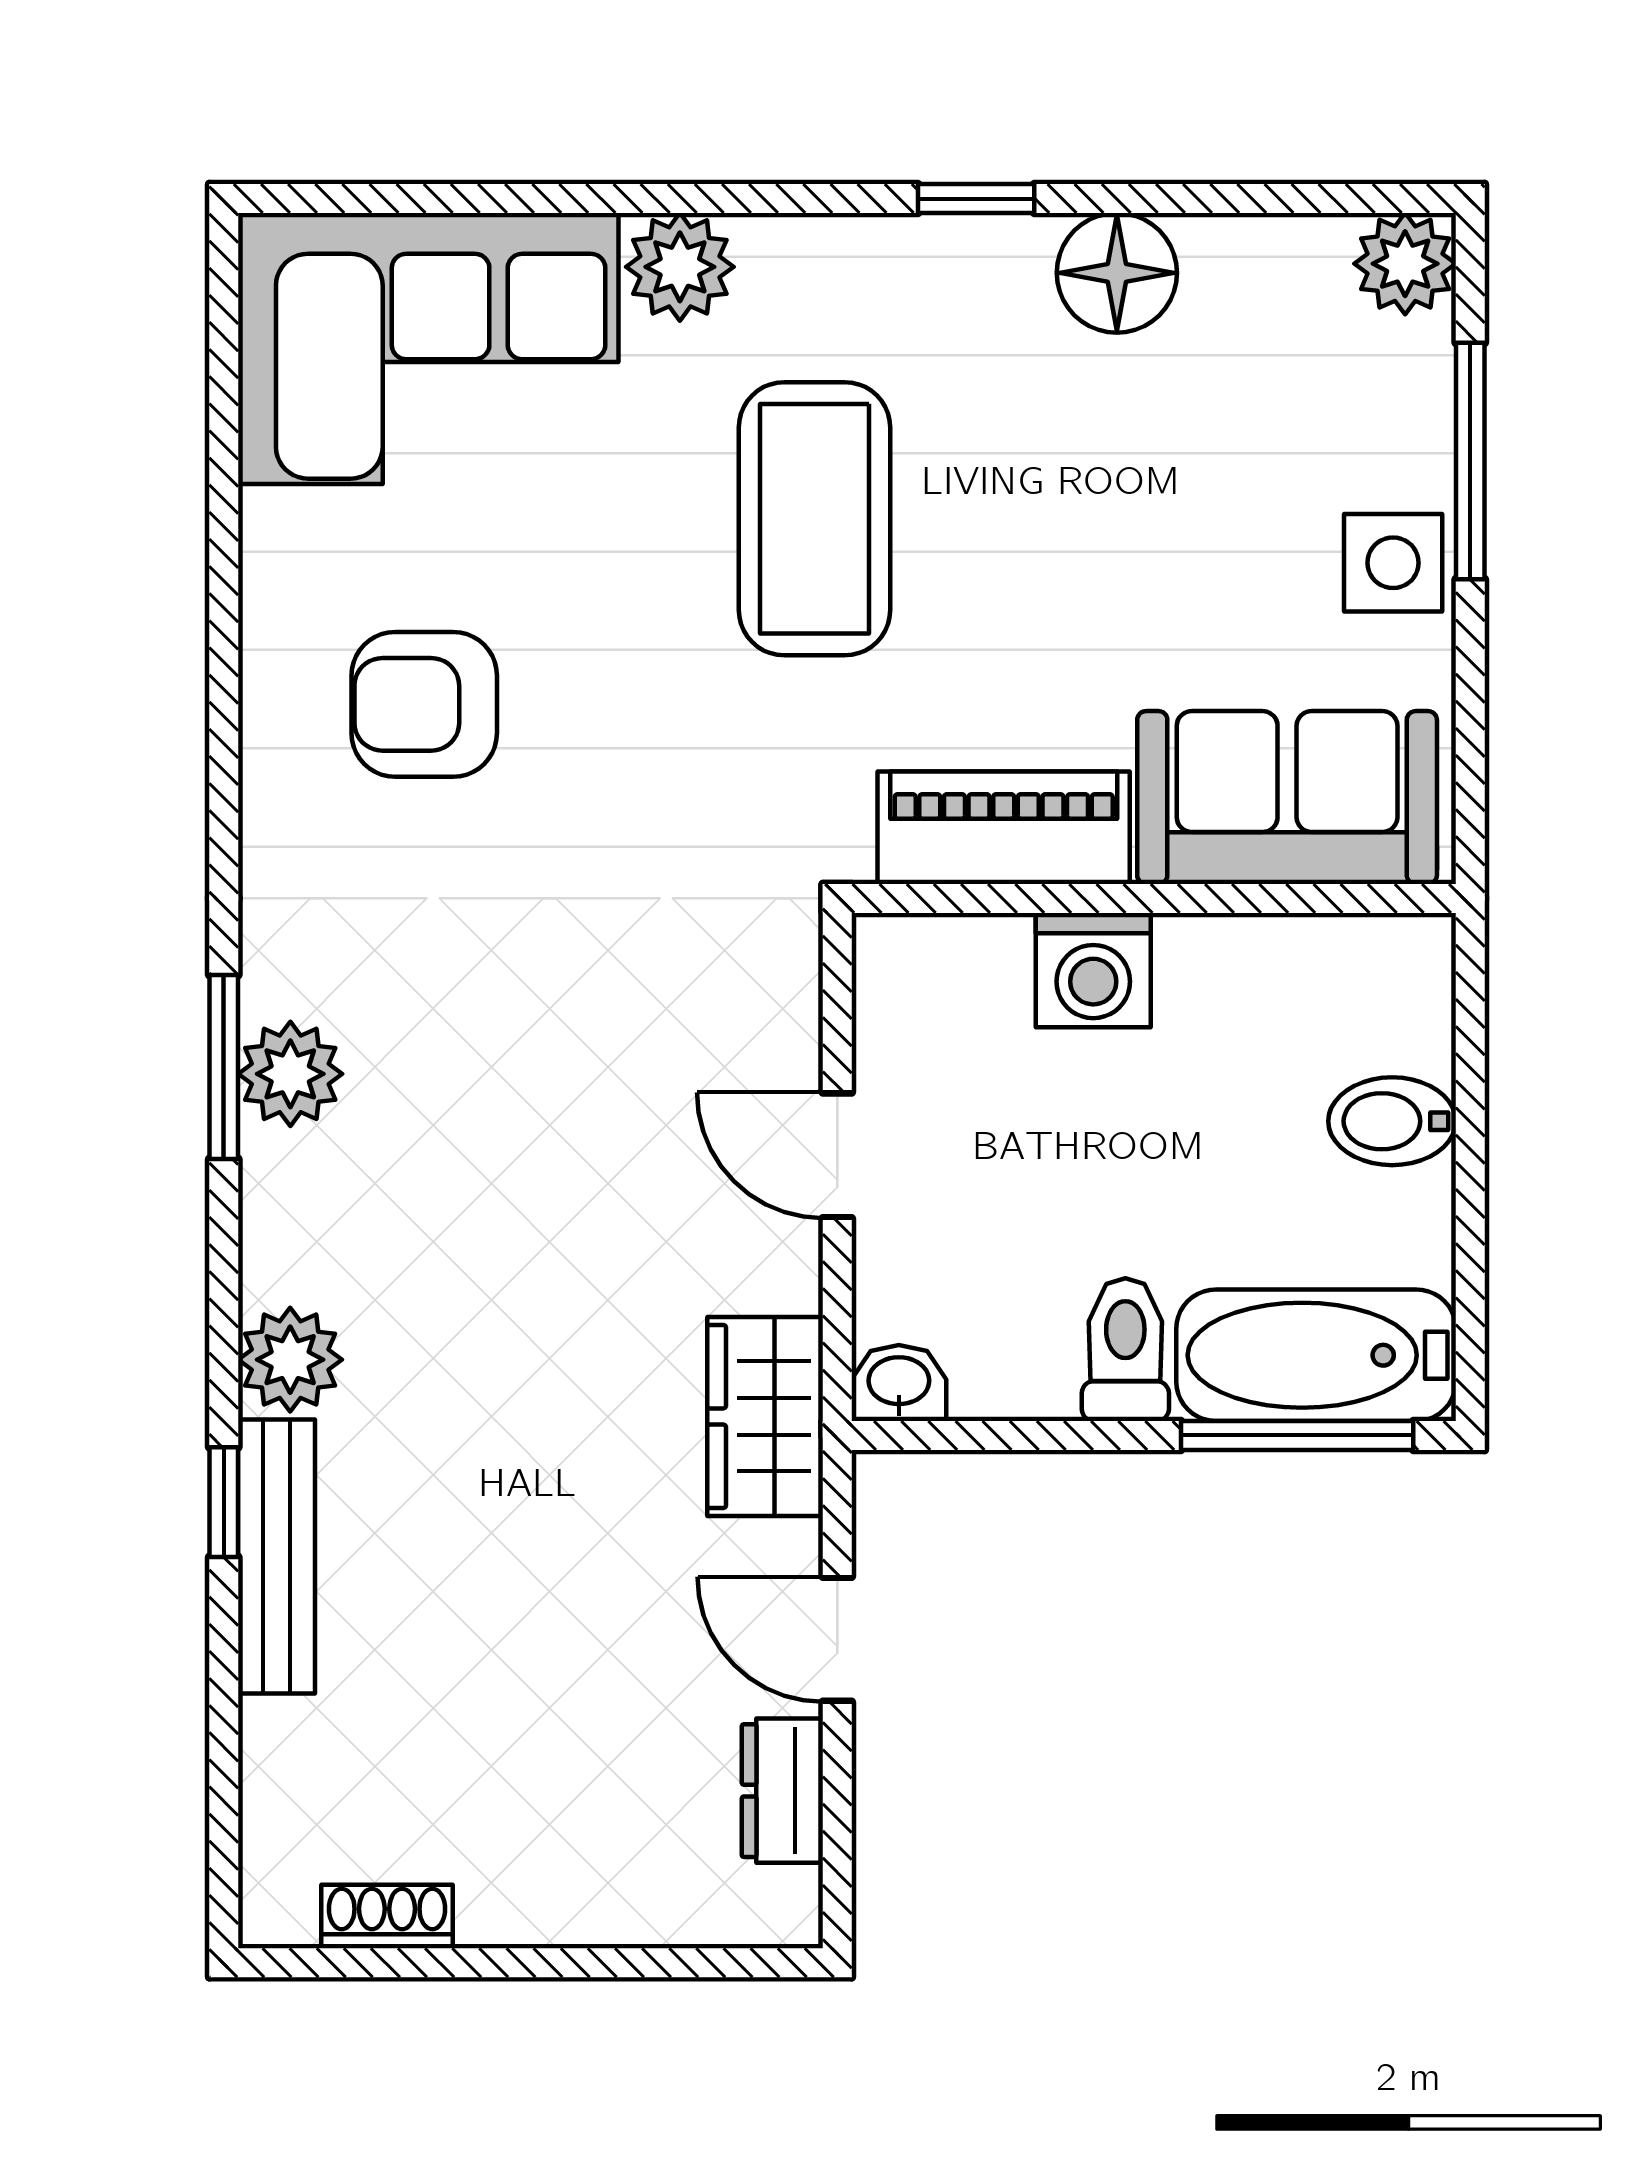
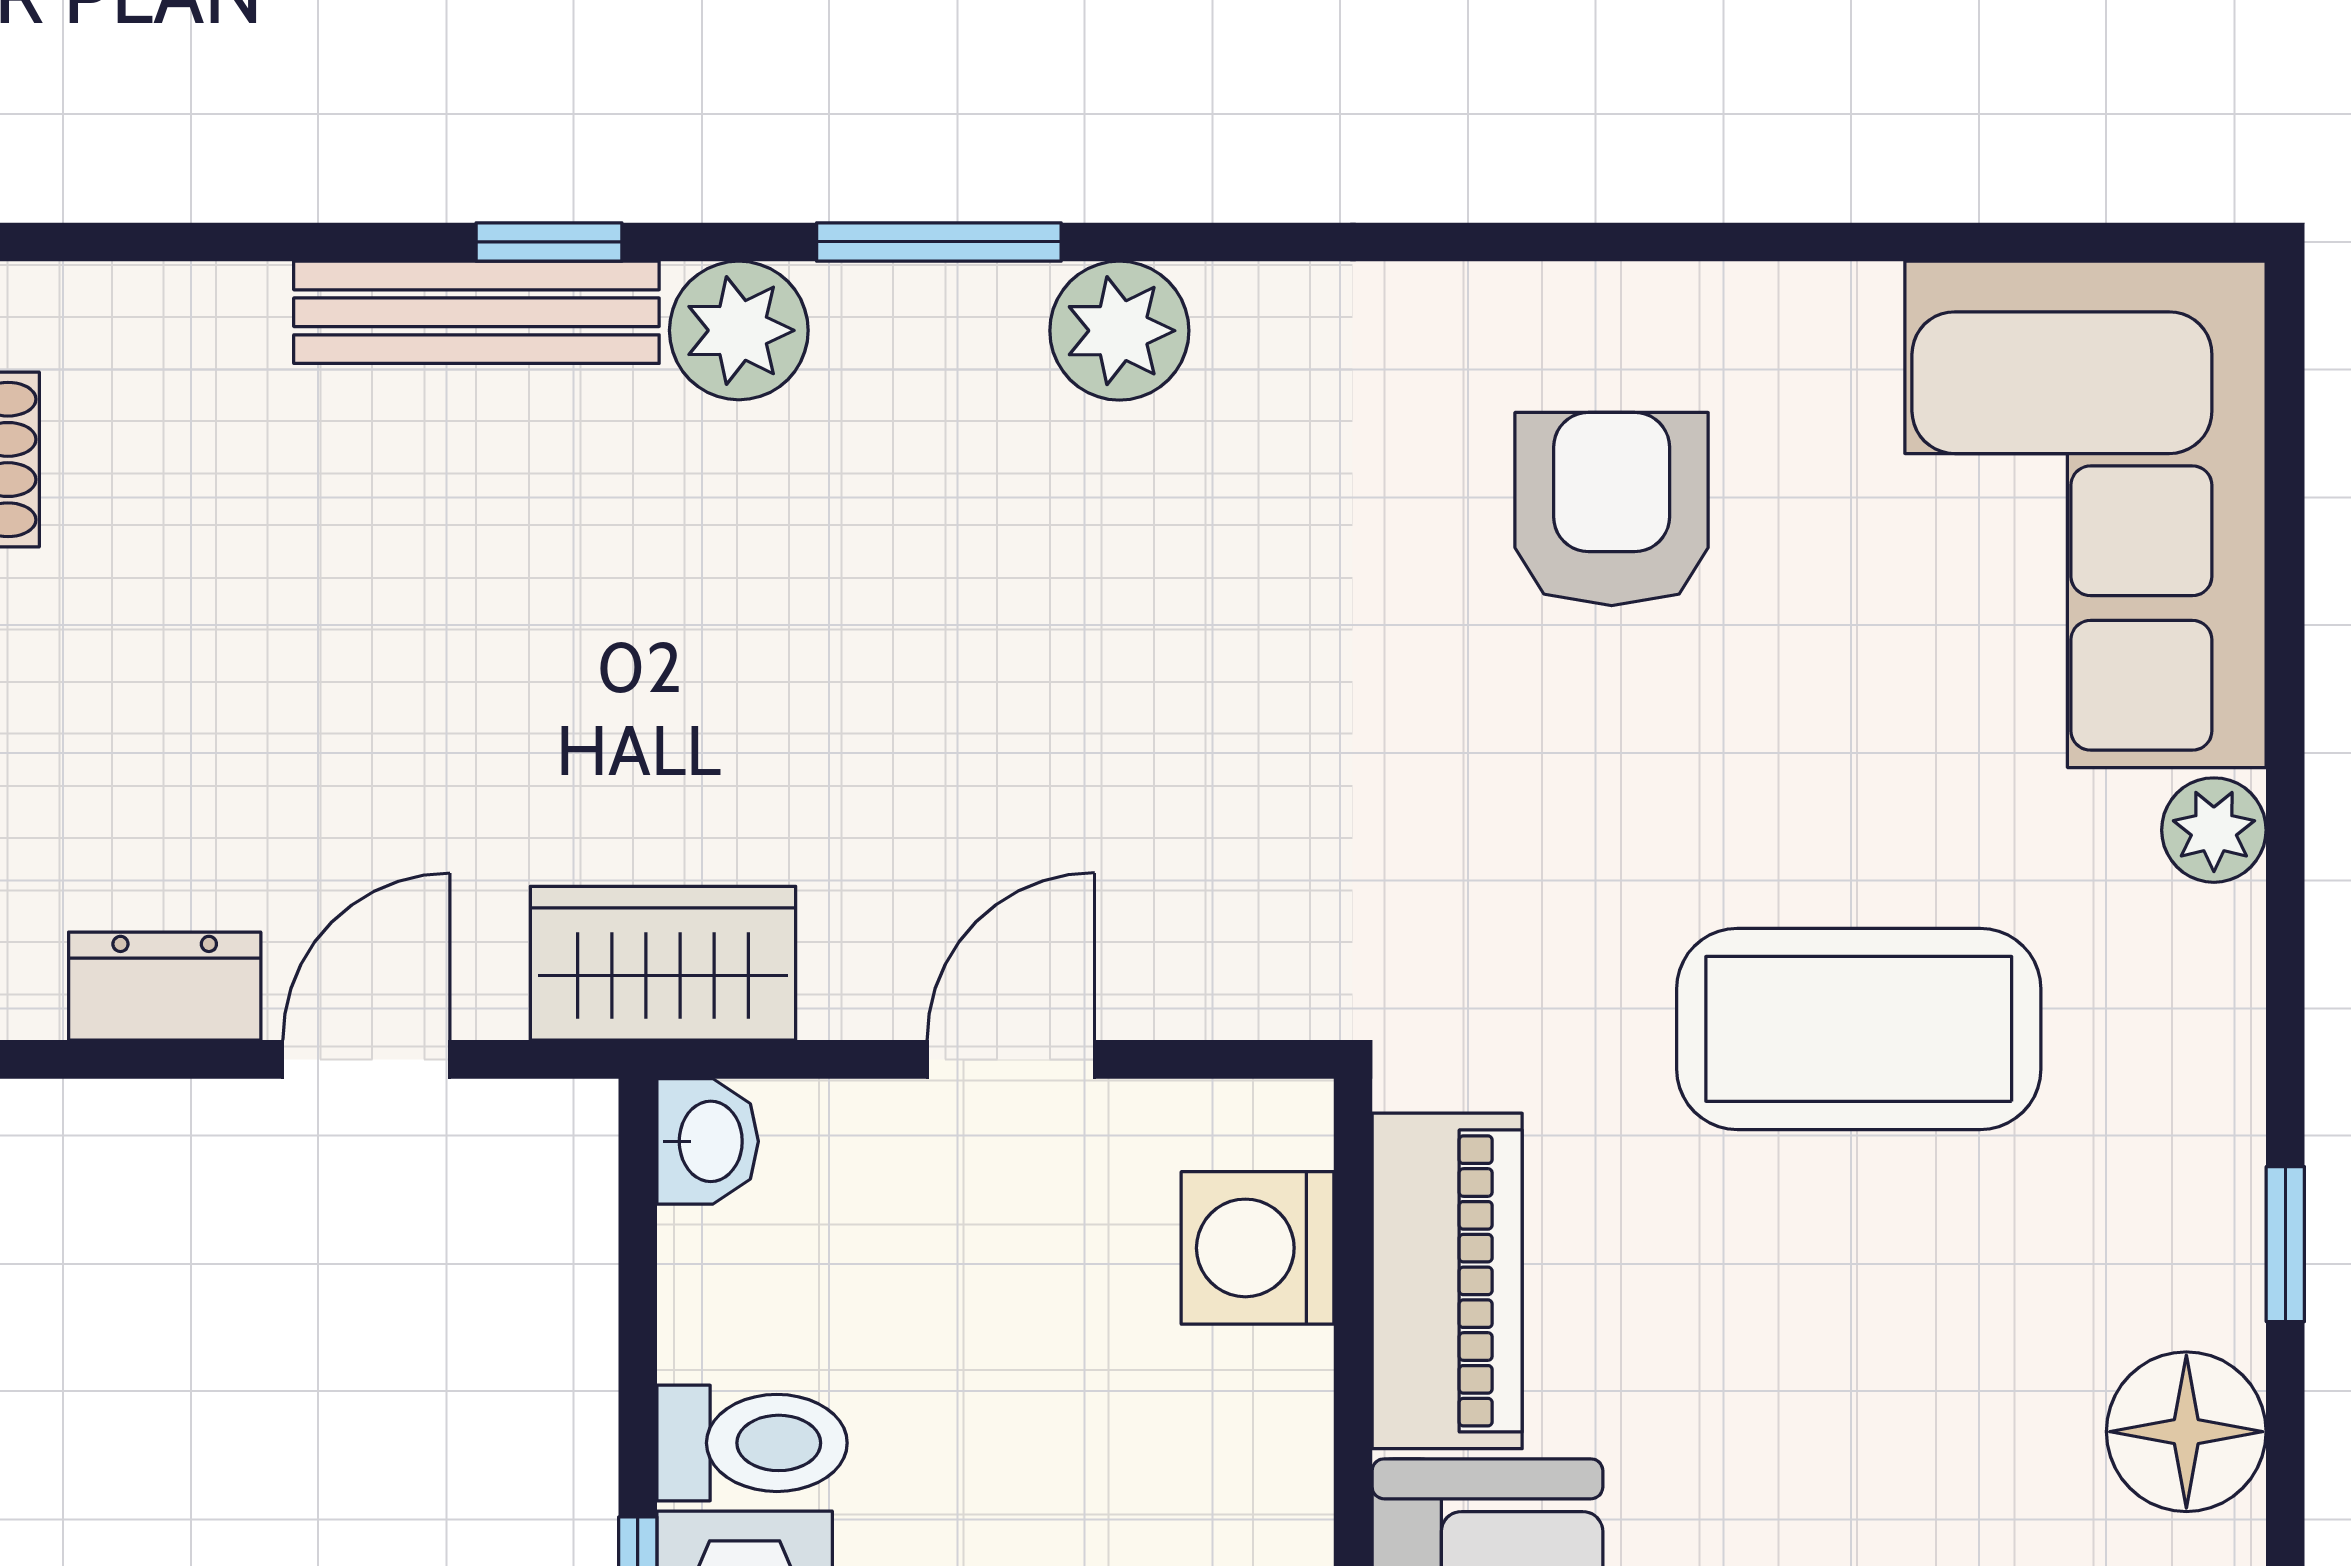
plant: (680, 267) -> (2214, 830), width x0.73, depth x0.73
washing machine: (1093, 970) -> (1258, 1248), moved
window: (224, 1067) -> (939, 242), moved

